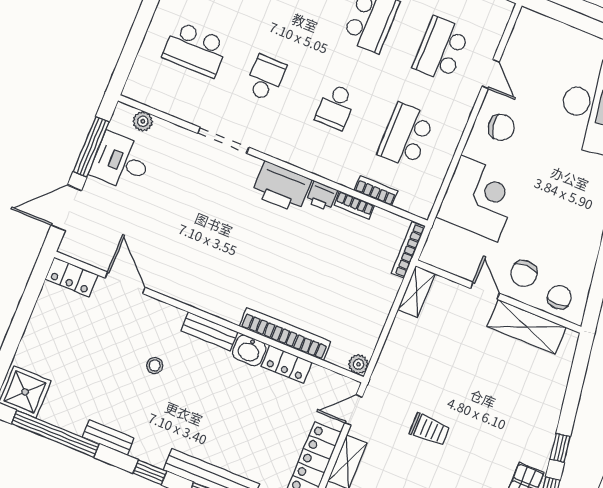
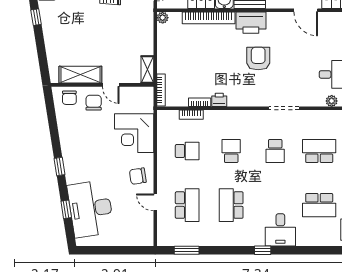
school desk: (406, 135) -> (187, 151), width x0.54
printer: (282, 187) -> (251, 23), moved, turned 180
armchair: (232, 237) -> (258, 59), added

